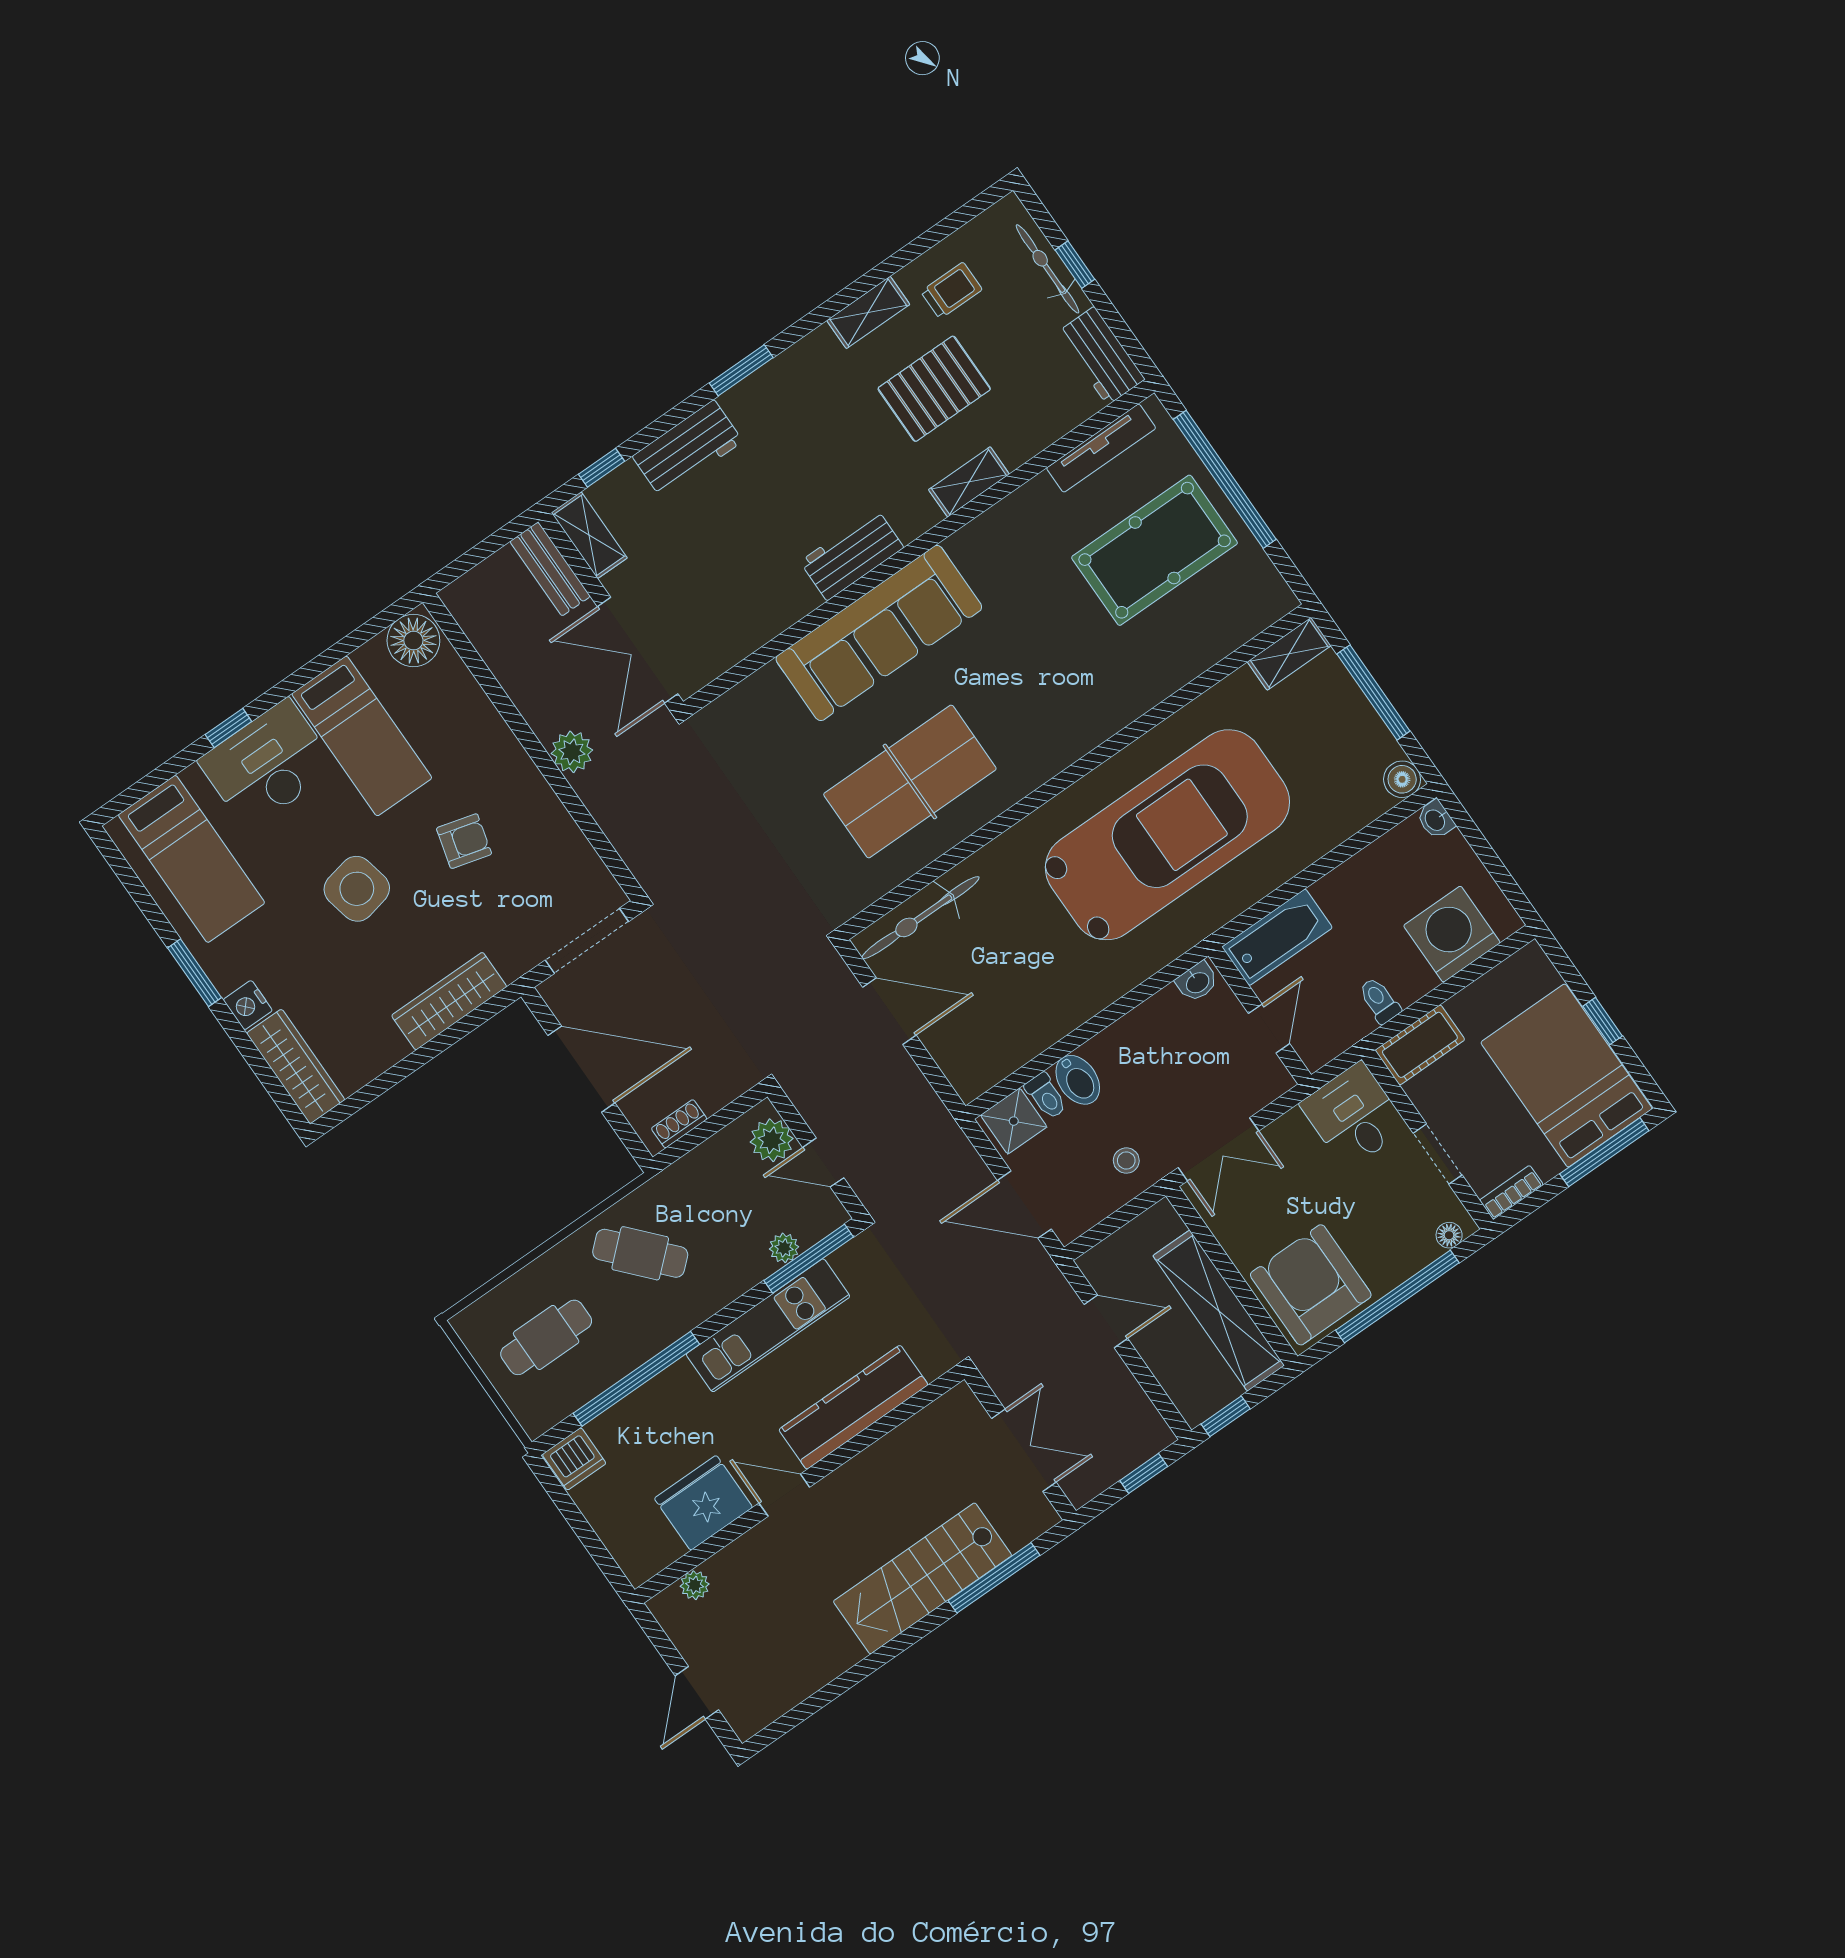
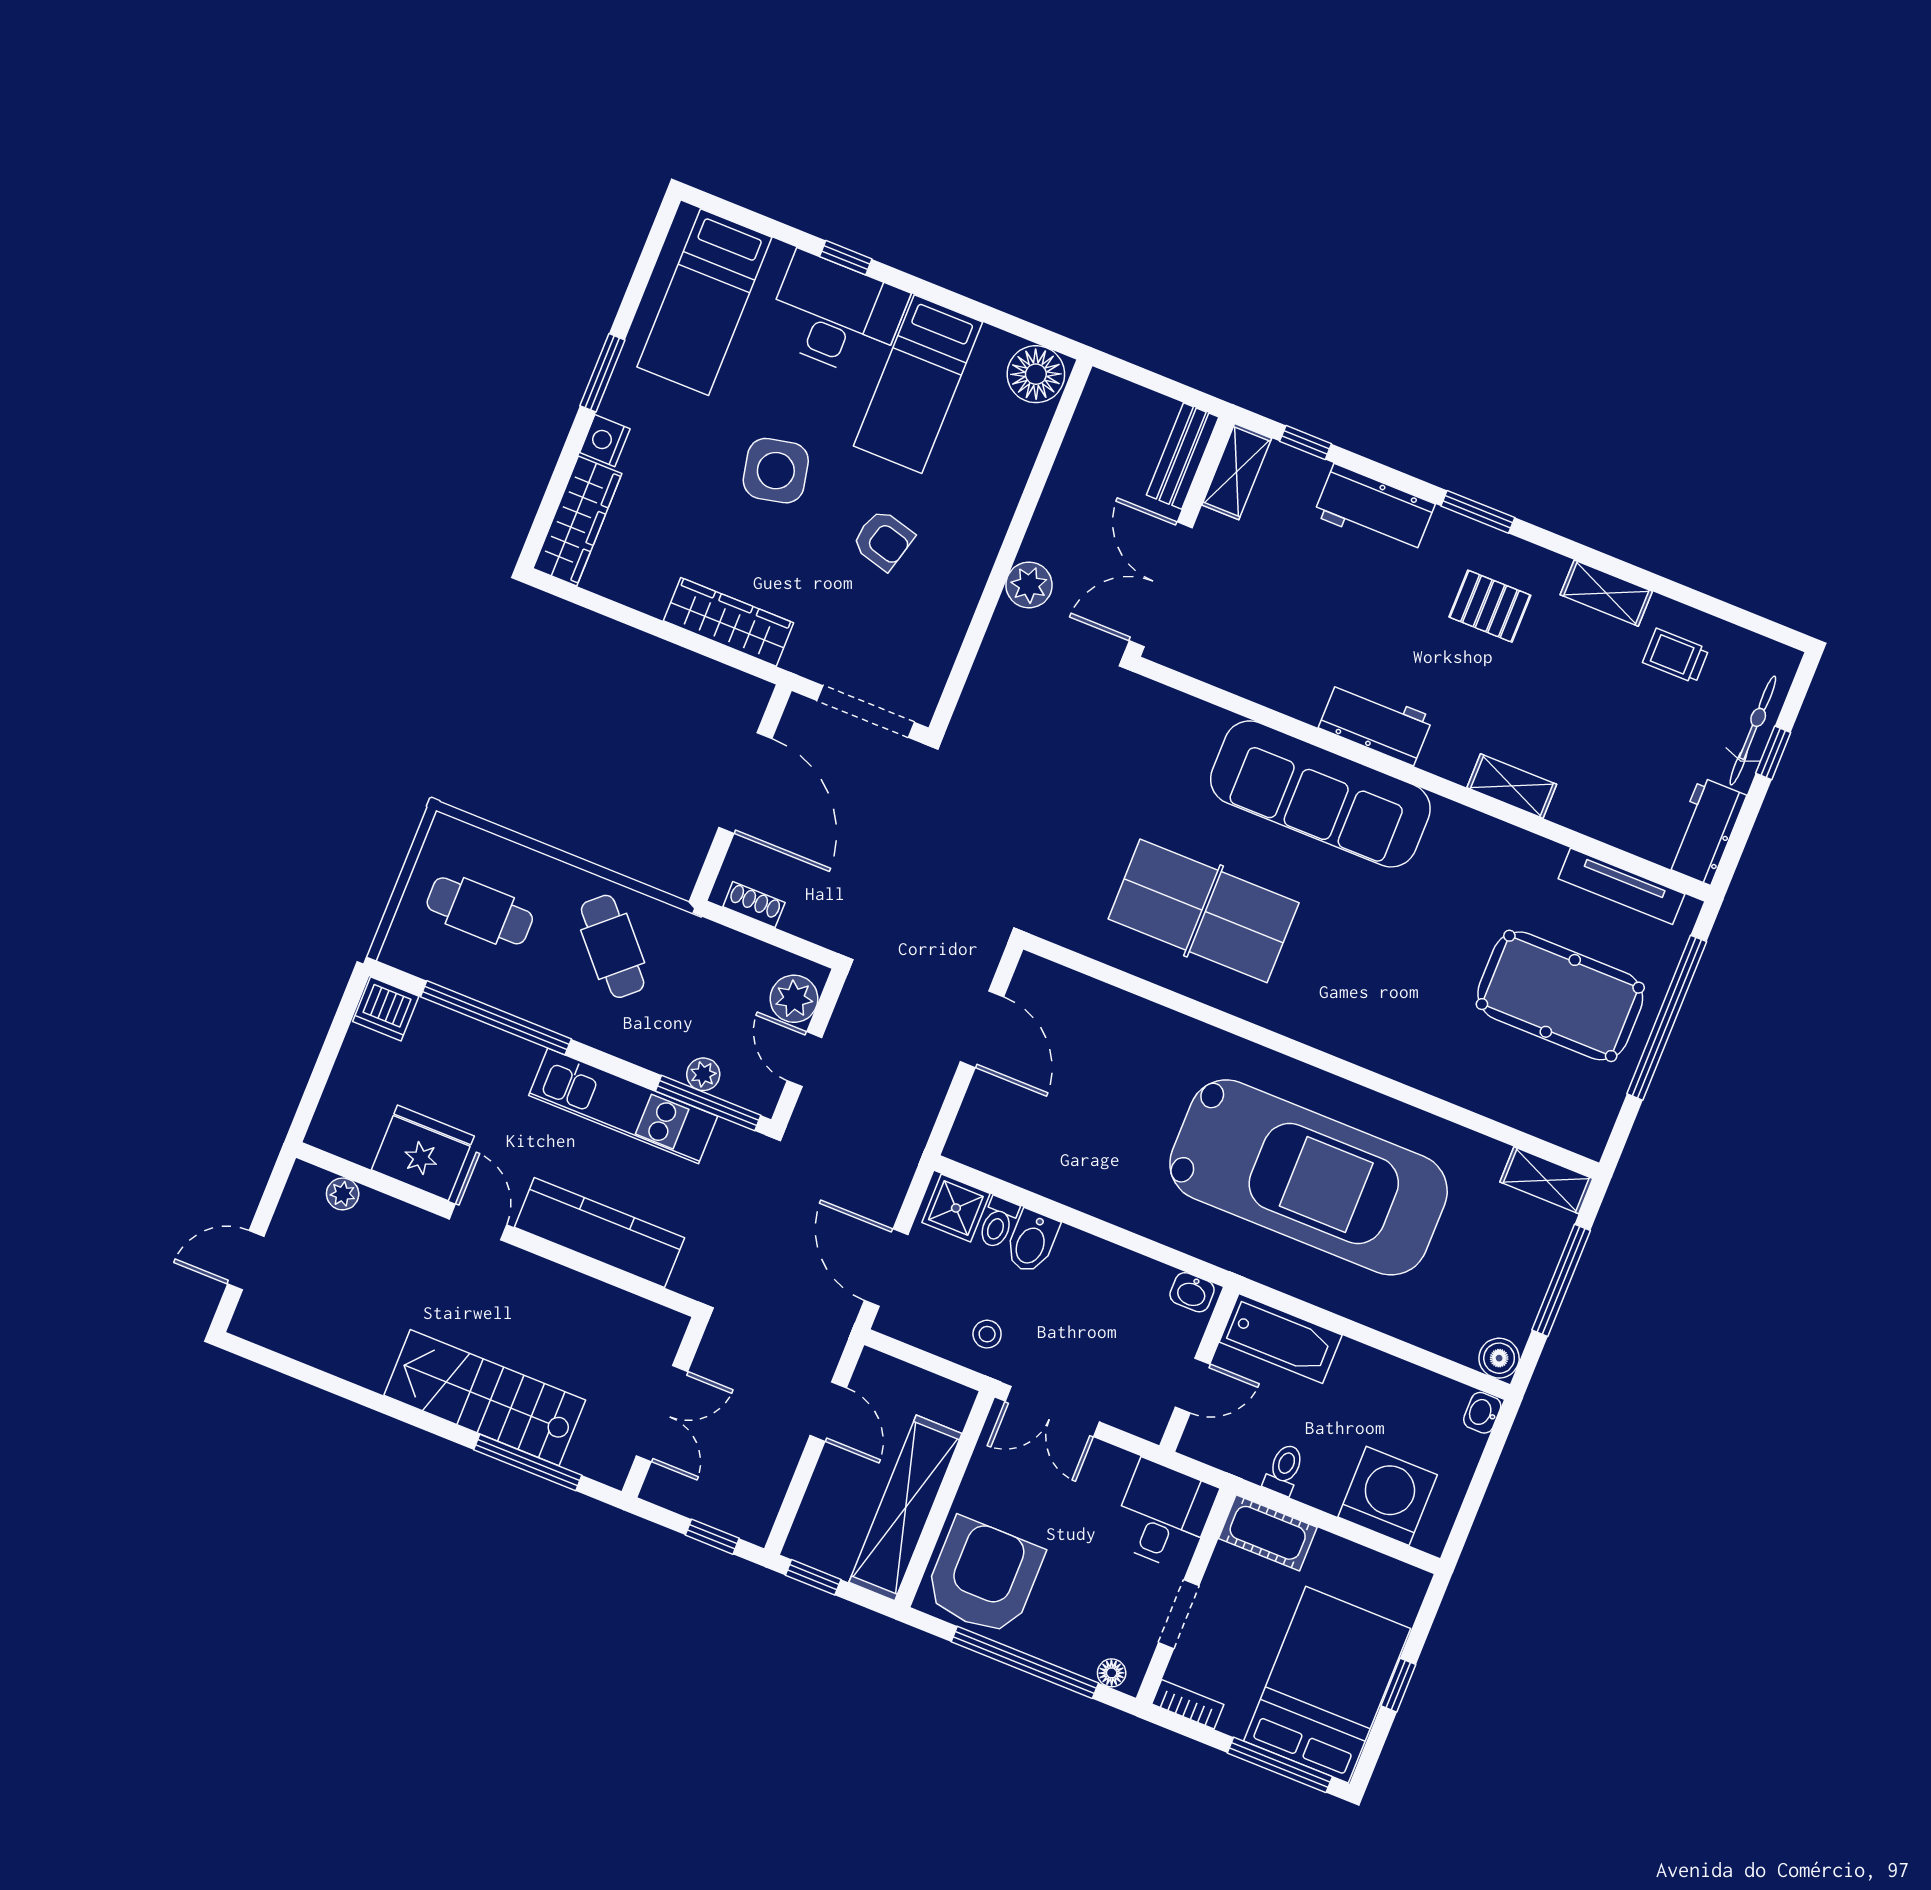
trolley: (951, 291) -> (1676, 656), turned 180
pallet: (934, 389) -> (1490, 606), moved, width x0.67, depth x0.71
bicycle: (920, 918) -> (1086, 1002), removed

